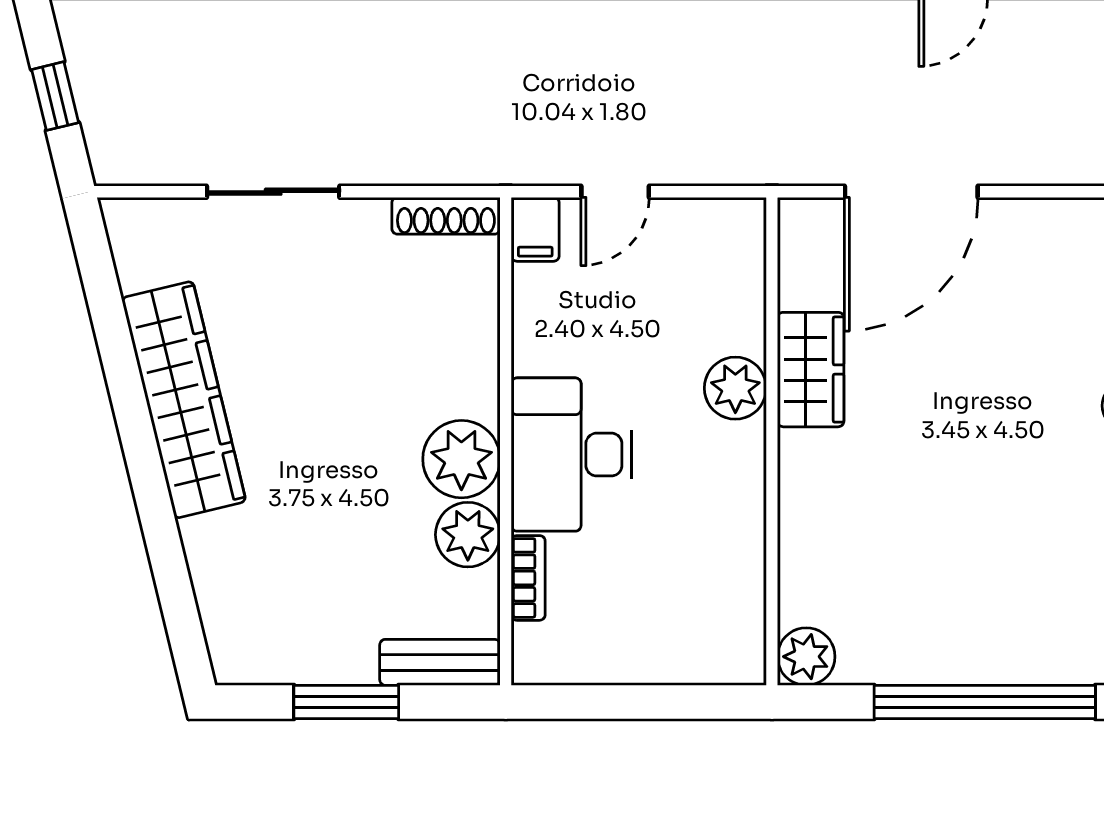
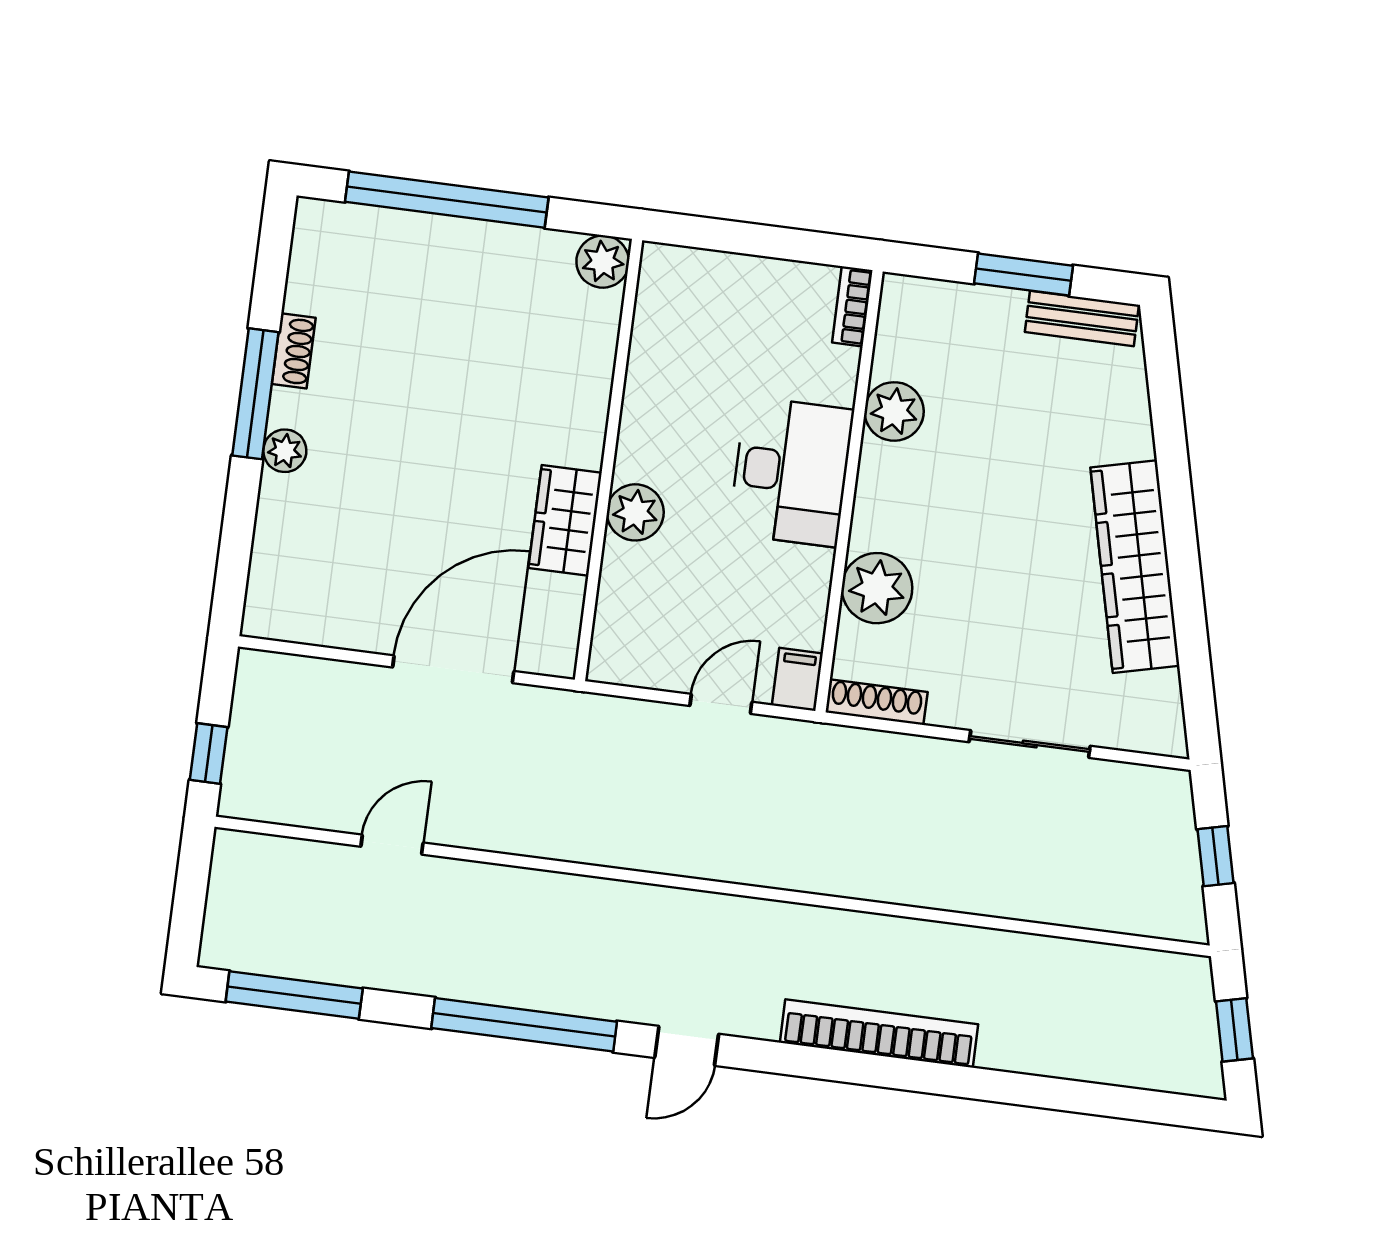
plant: (461, 459) -> (877, 588), moved
bookcase: (528, 578) -> (852, 306), moved
bench: (440, 662) -> (1082, 318), moved

